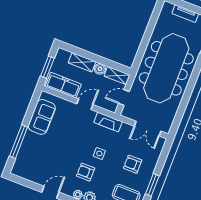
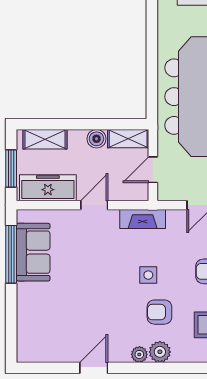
shelving: (82, 62) -> (45, 139), moved
window: (19, 142) -> (11, 254), moved
armchair: (86, 172) -> (159, 312), moved

